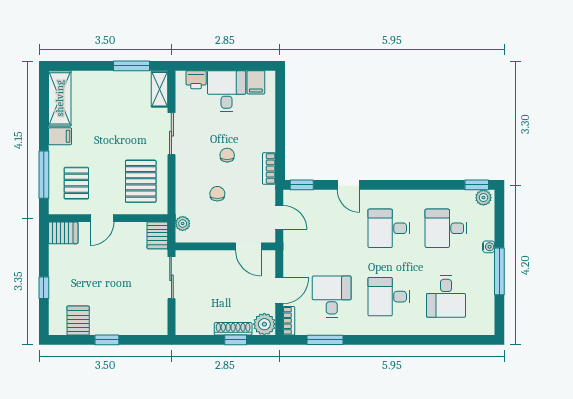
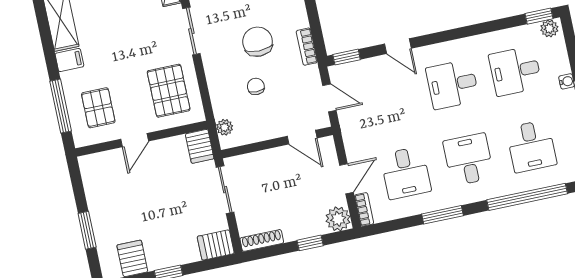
chair: (227, 155) -> (258, 42), width x1.87, depth x1.87
server rack: (63, 233) -> (216, 245), moved, turned 180
window: (44, 288) -> (87, 230), width x1.50
desk: (332, 297) -> (406, 173), turned 180
desk: (389, 297) -> (468, 160), turned 90
shoe rack: (233, 329) -> (262, 240), moved
window: (325, 340) -> (442, 215), moved
window: (433, 340) -> (527, 197), added

